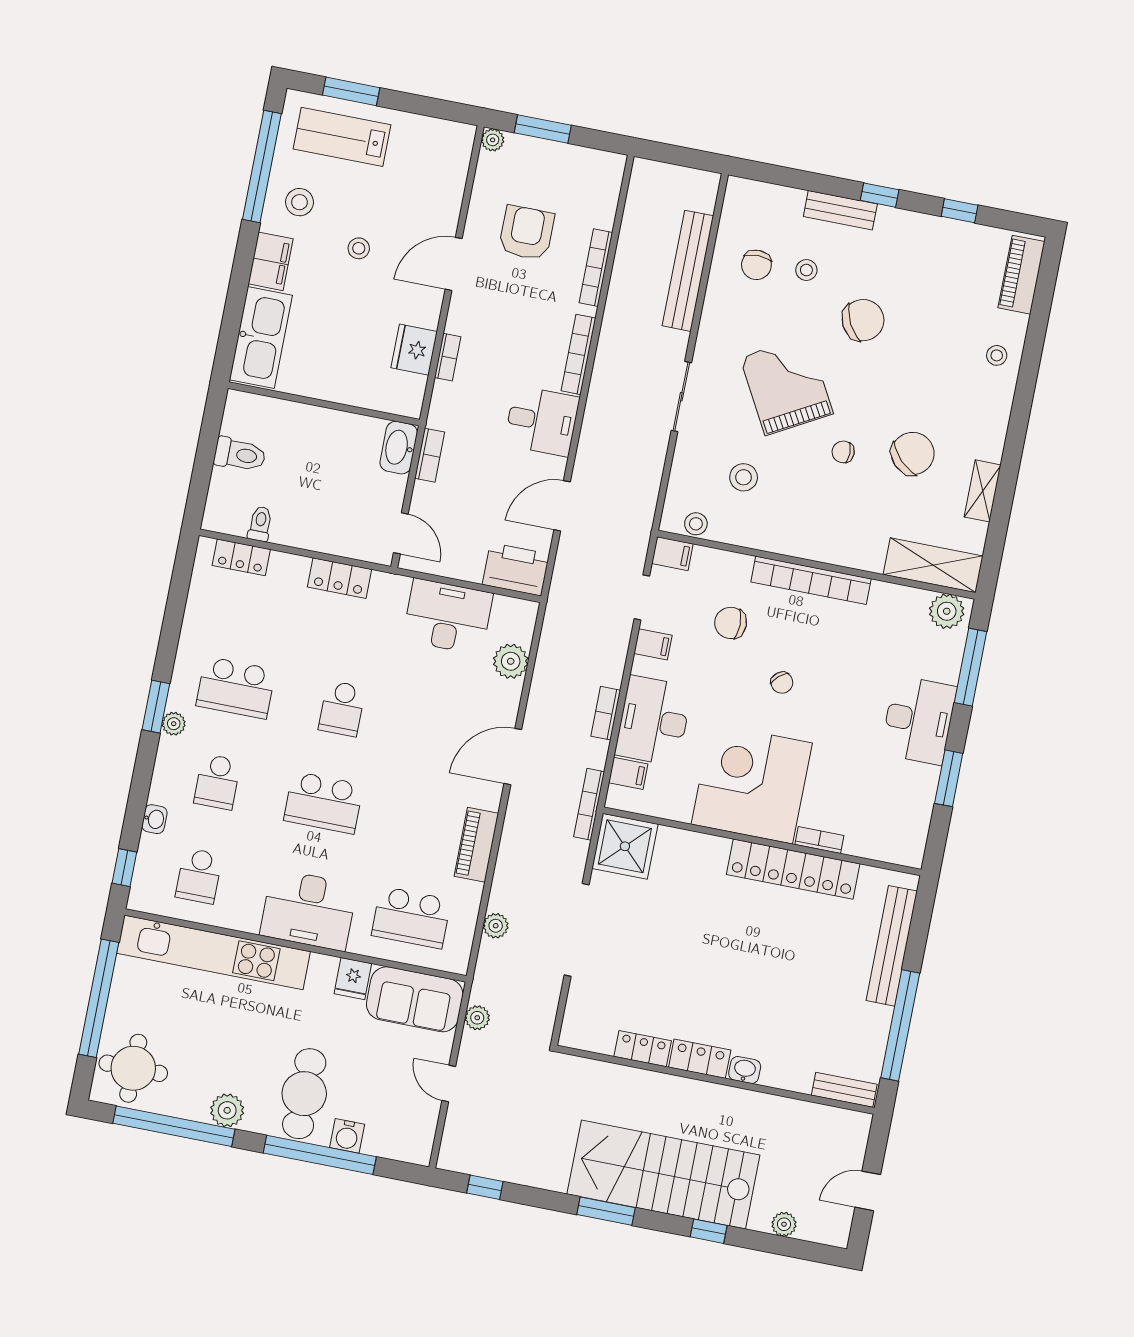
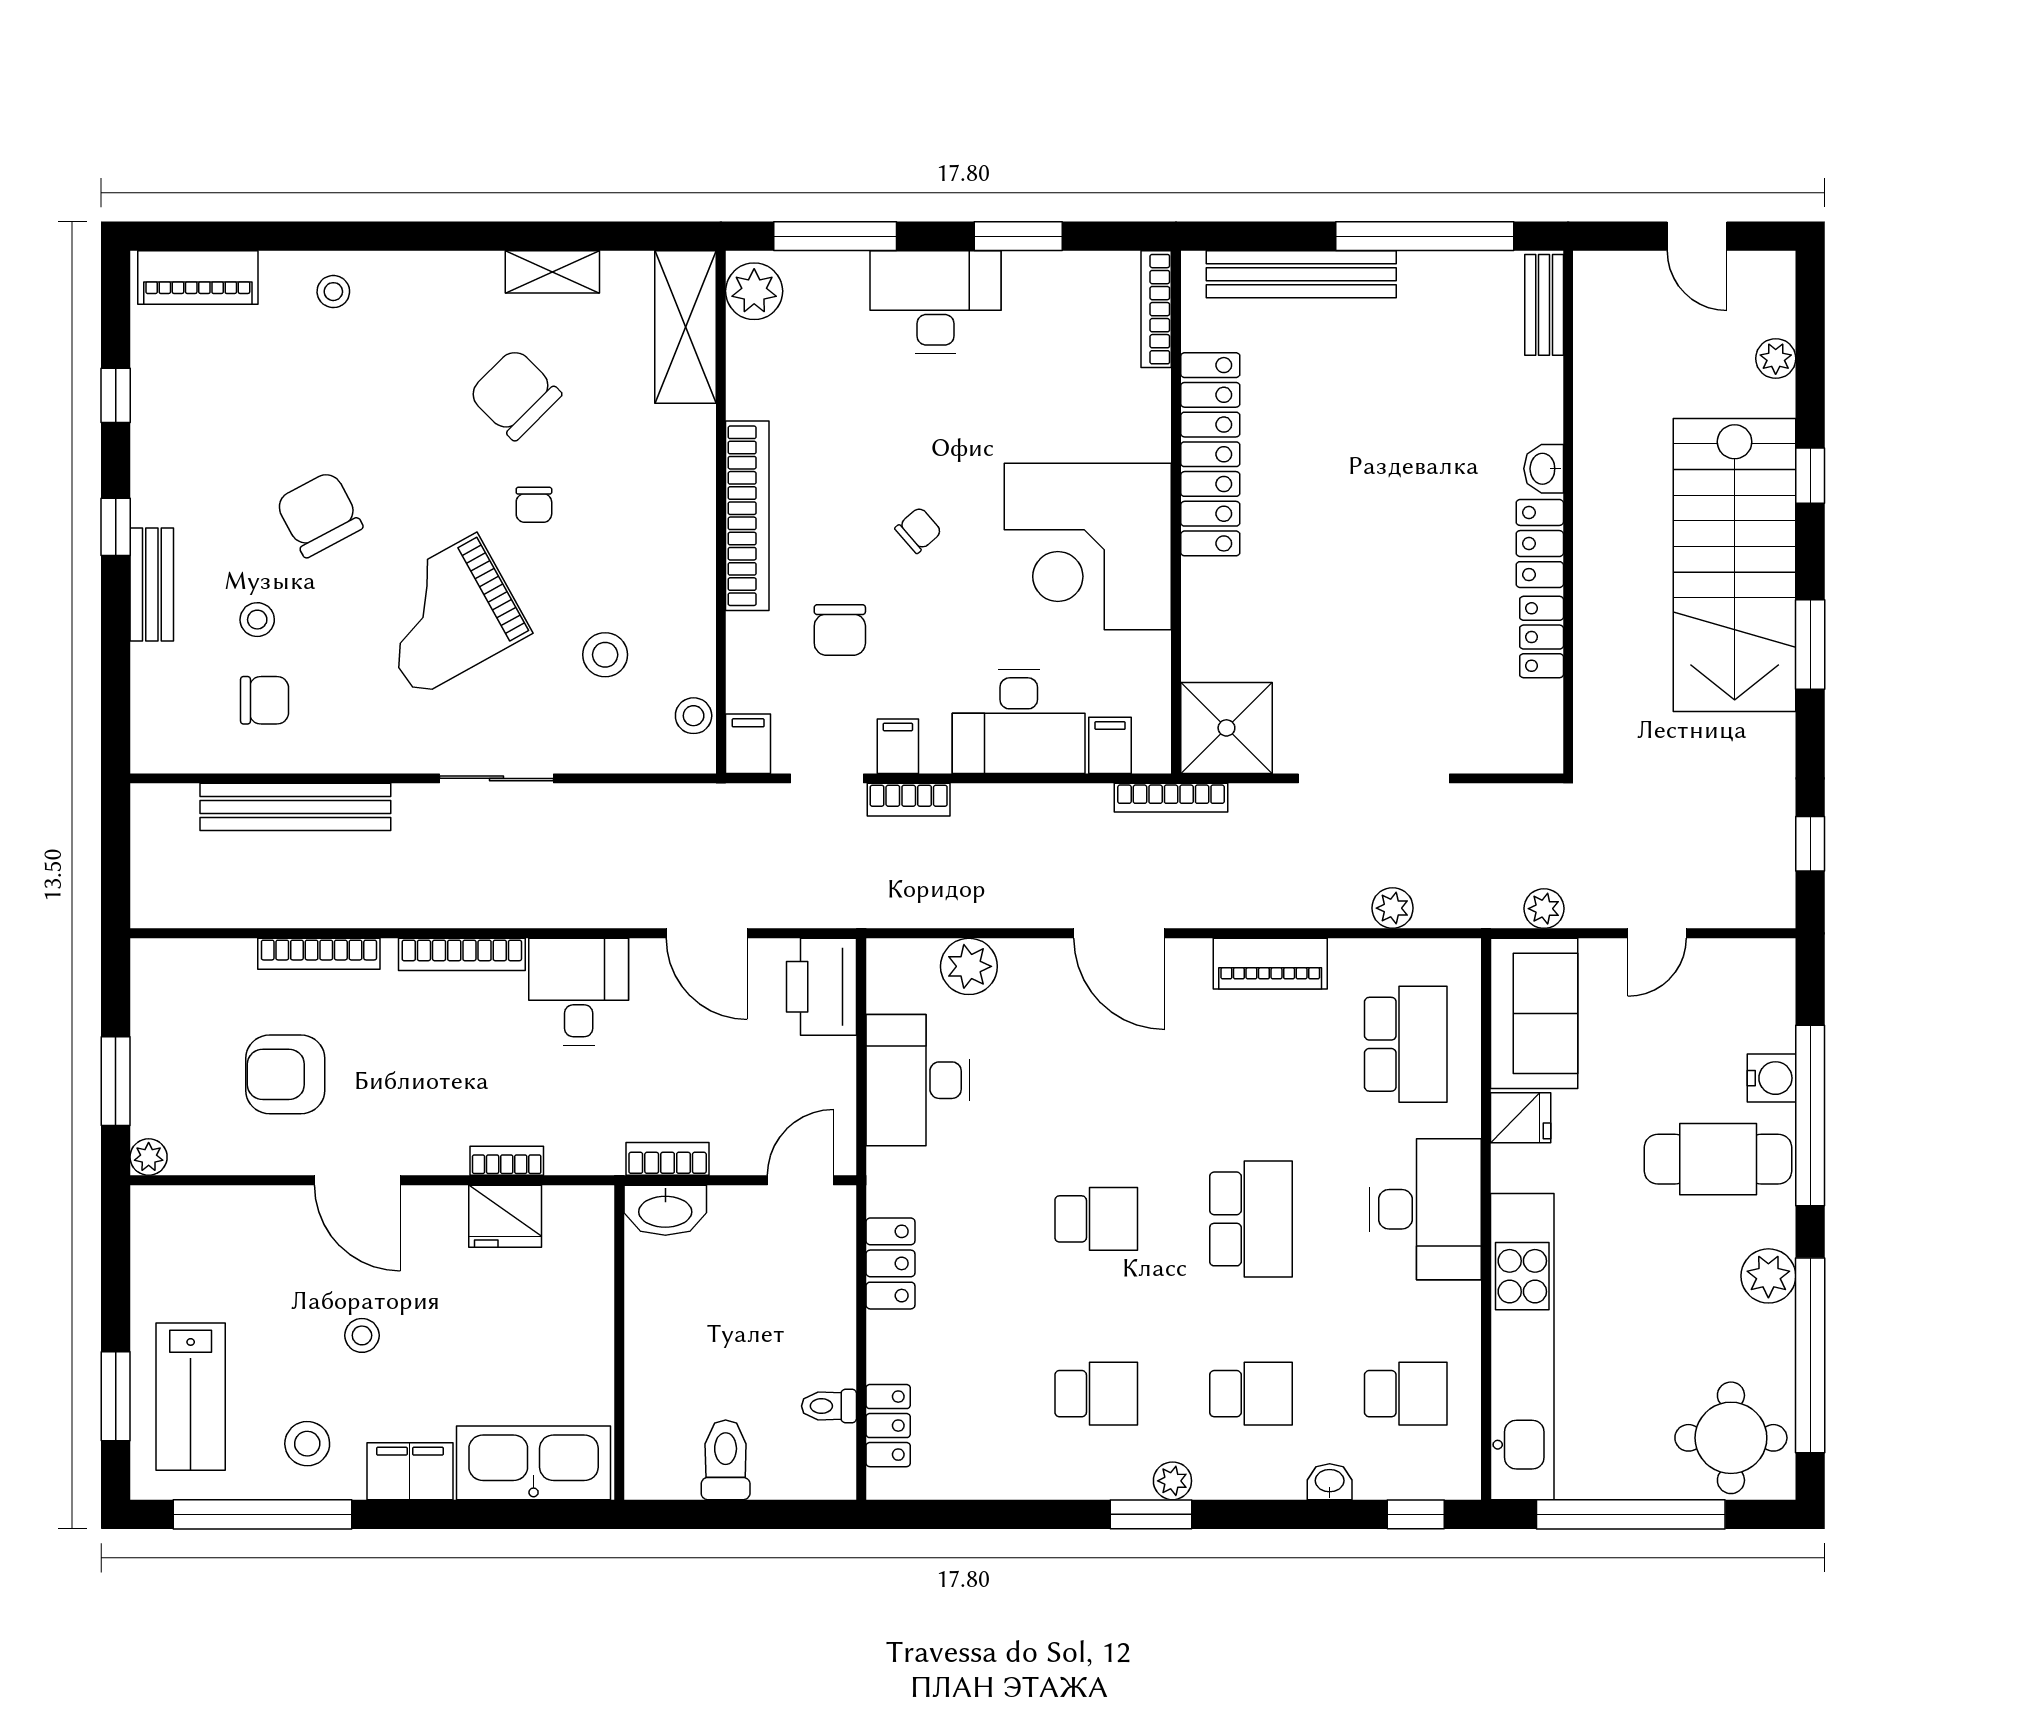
school desk: (236, 688) -> (1096, 1394), width x0.54
bookcase: (606, 713) -> (909, 800), moved
bookcase: (819, 840) -> (1156, 309), moved, width x1.56

